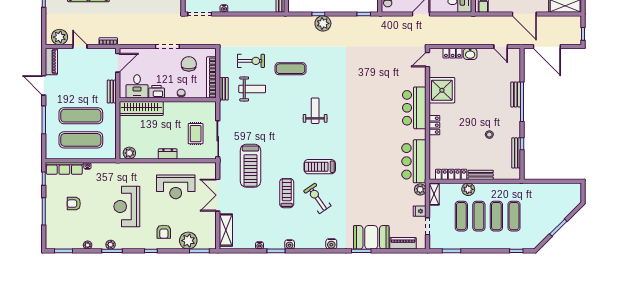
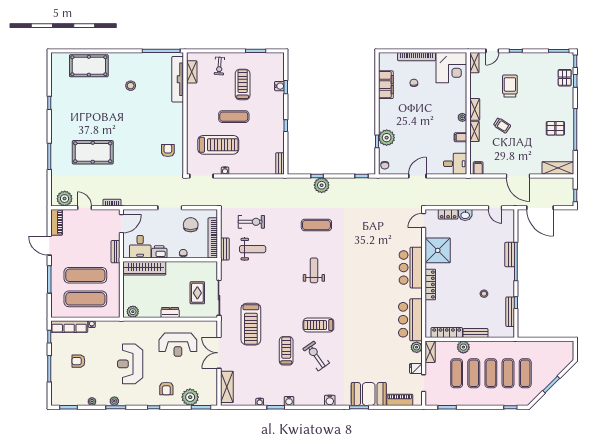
exercise mat: (291, 69) -> (316, 225), moved
locker: (434, 125) -> (430, 284), width x1.53
exercise mat: (532, 216) -> (525, 373), added

